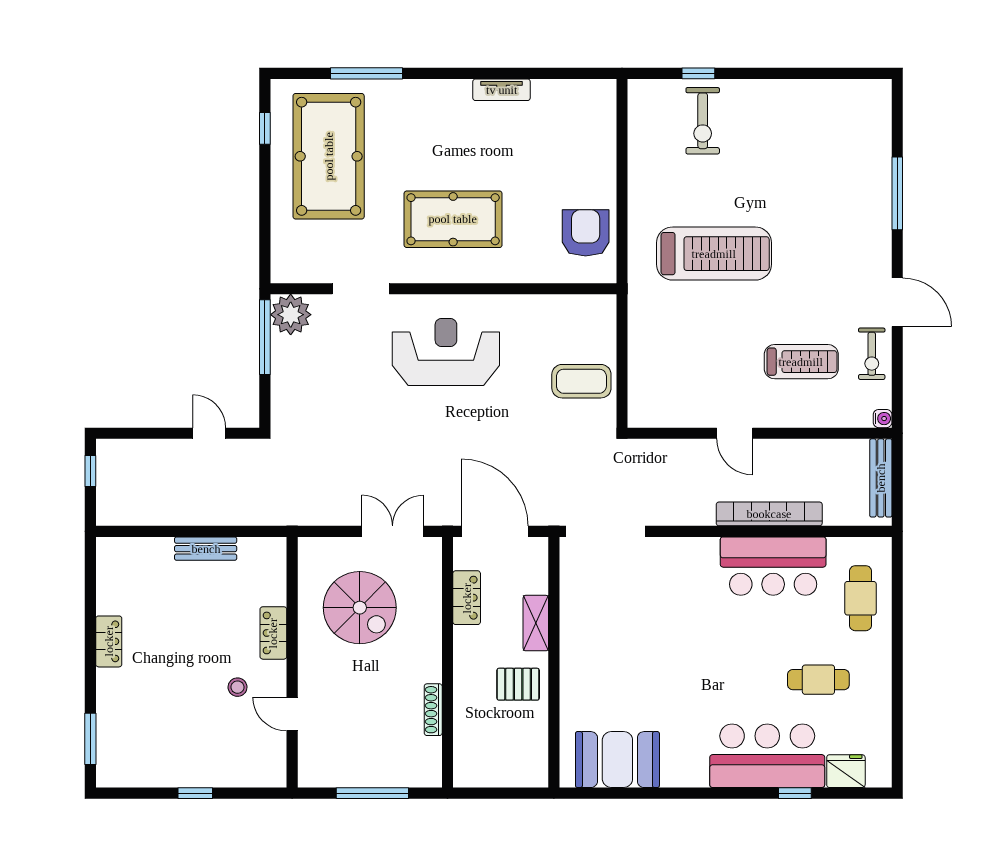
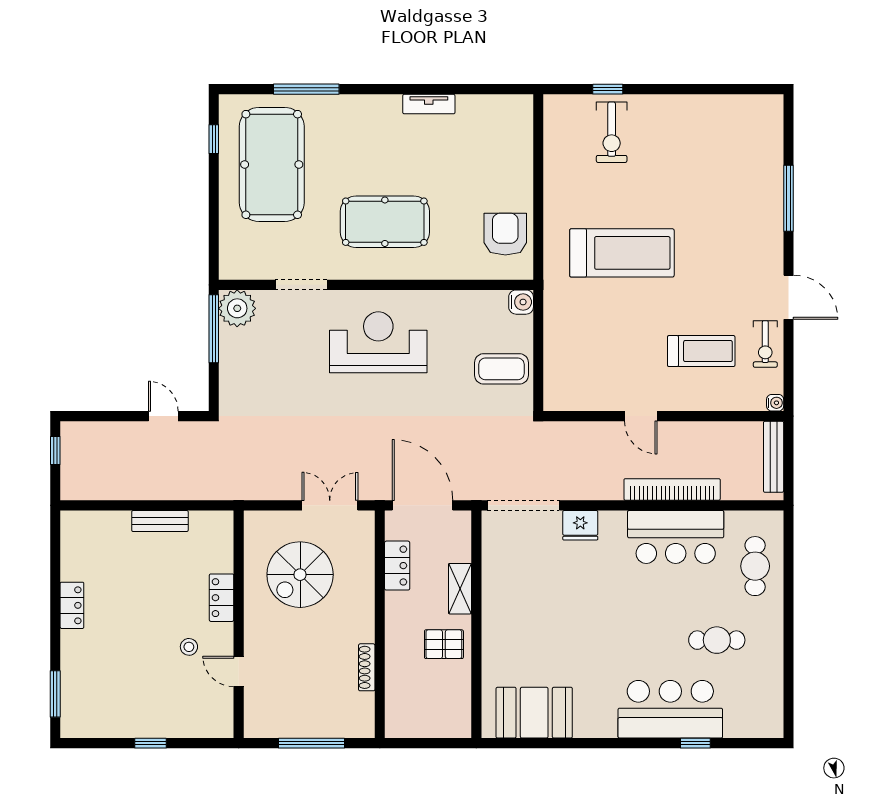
water cooler: (603, 308) -> (521, 302), added
spiral stairs: (360, 608) -> (300, 575), turned 90
fridge: (846, 771) -> (580, 525), moved, turned 180

